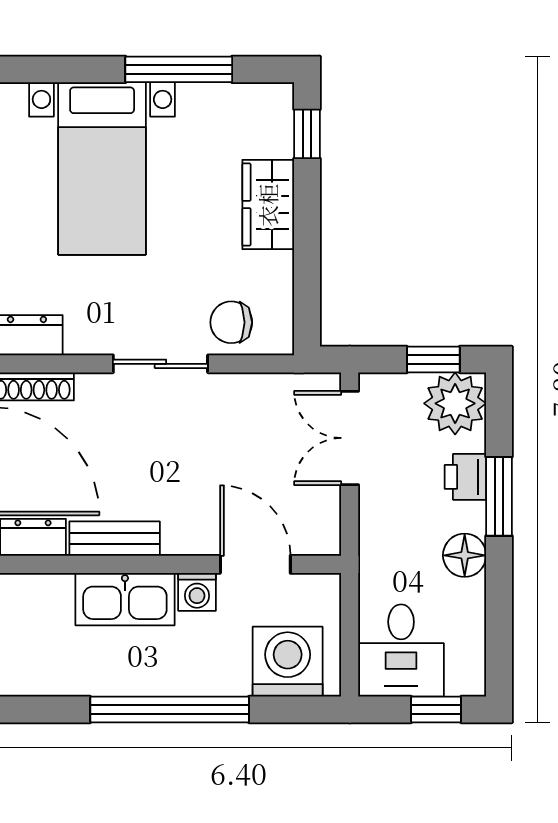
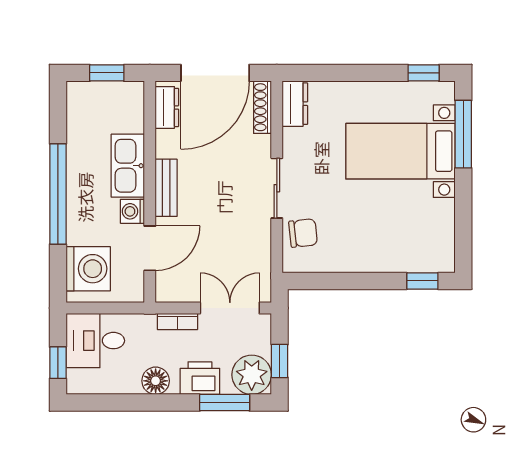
window: (179, 69) -> (463, 134), moved
wardrobe: (268, 205) -> (378, 256), removed
chair: (231, 322) -> (303, 233), turned 84
printer: (465, 477) -> (200, 378), width x1.36, depth x1.24
window: (499, 496) -> (225, 403), moved
bookcase: (371, 521) -> (177, 321), added
bench: (115, 539) -> (166, 188), moved

